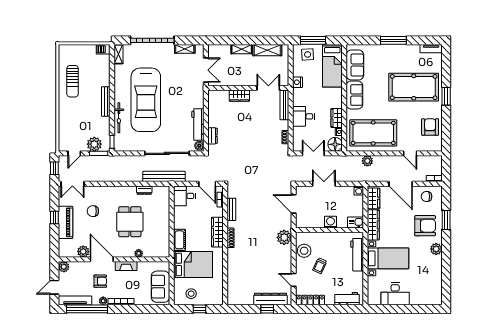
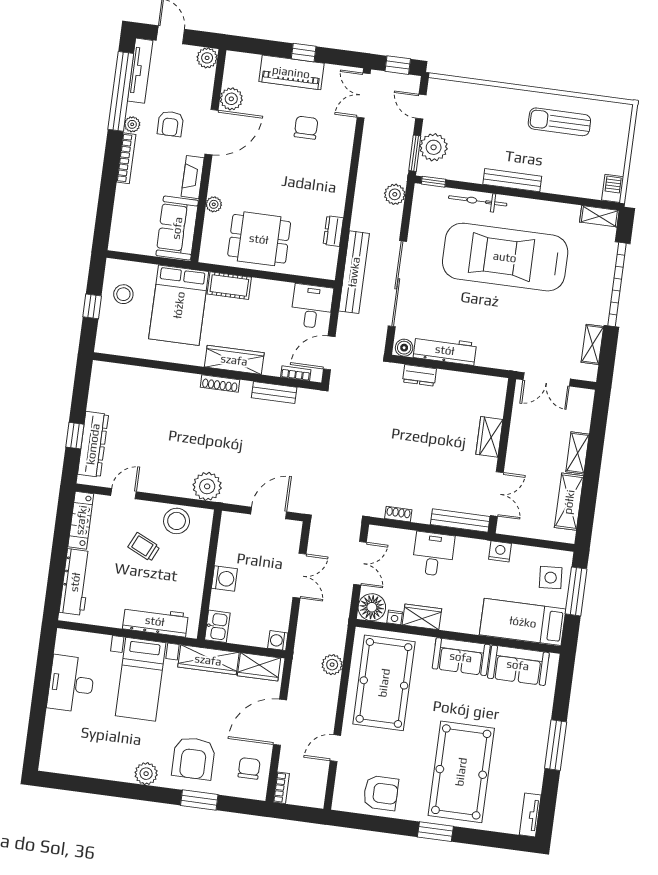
plant: (121, 161) -> (395, 194), added
dining table: (130, 222) -> (259, 239), moved
sofa: (160, 287) -> (177, 228), moved, turned -90
workbench: (347, 299) -> (75, 582), width x1.38

